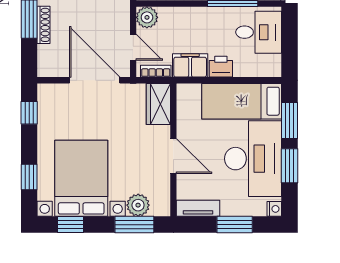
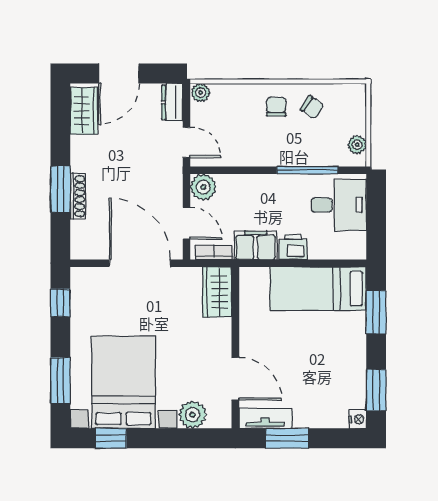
door: (173, 156) -> (235, 379), moved
desk: (253, 159) -> (332, 358), removed
window: (290, 166) -> (376, 390), moved
window: (29, 177) -> (60, 381), width x1.50
window: (134, 225) -> (188, 438), removed
window: (235, 225) -> (287, 438), moved

